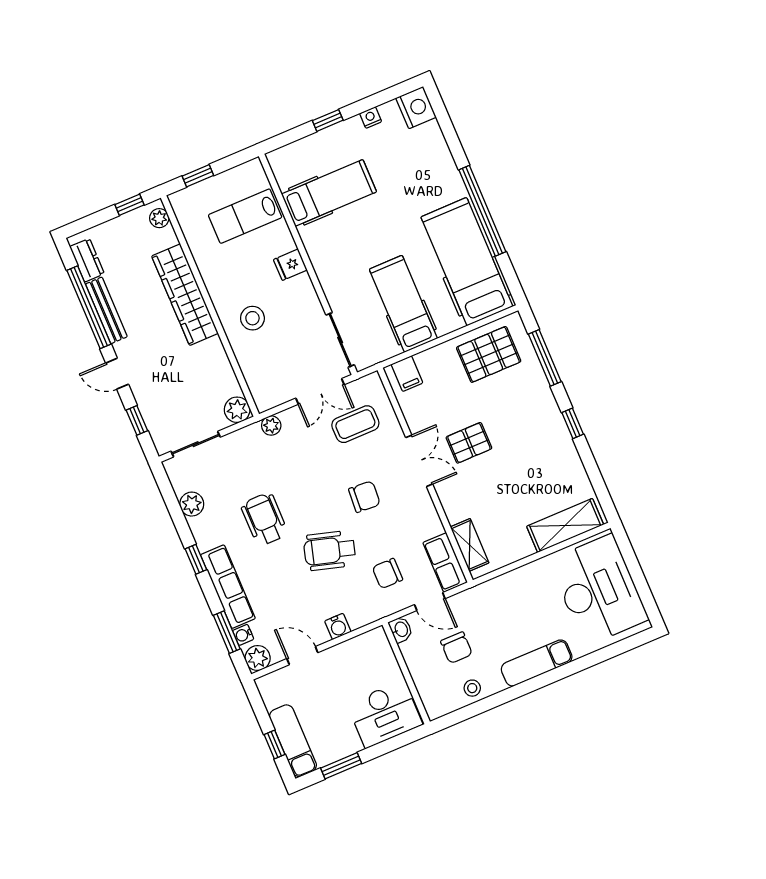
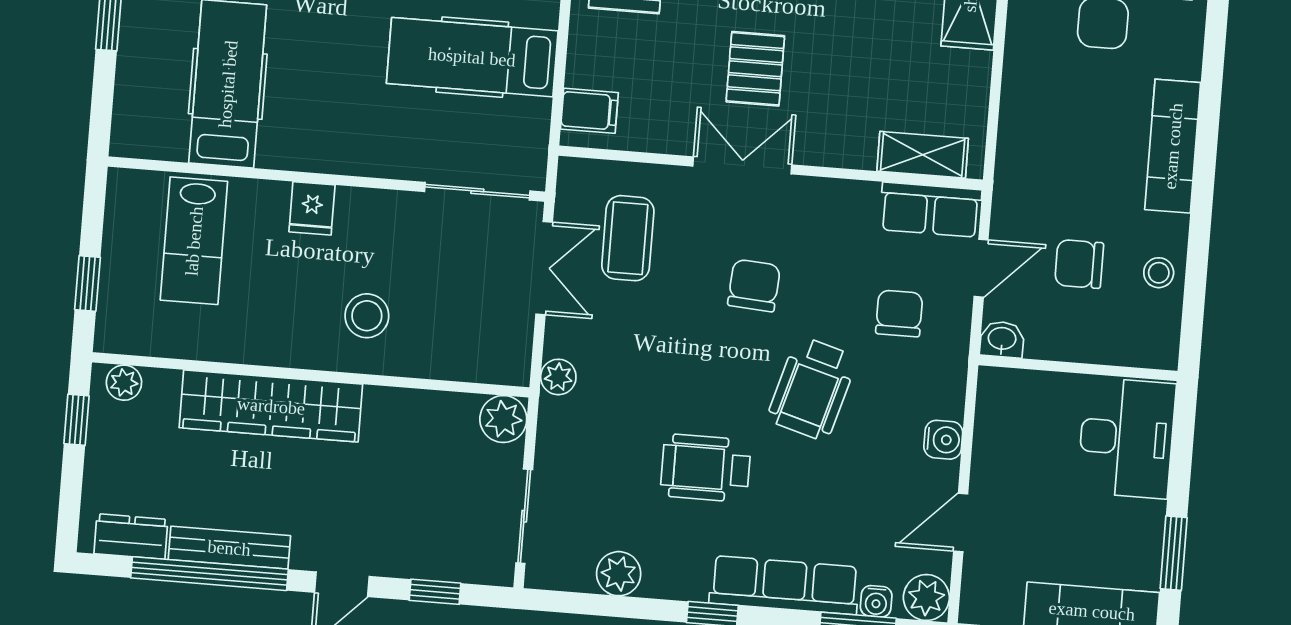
chair: (387, 574) -> (899, 313), turned 180
chair: (456, 648) -> (1079, 264), turned 180

